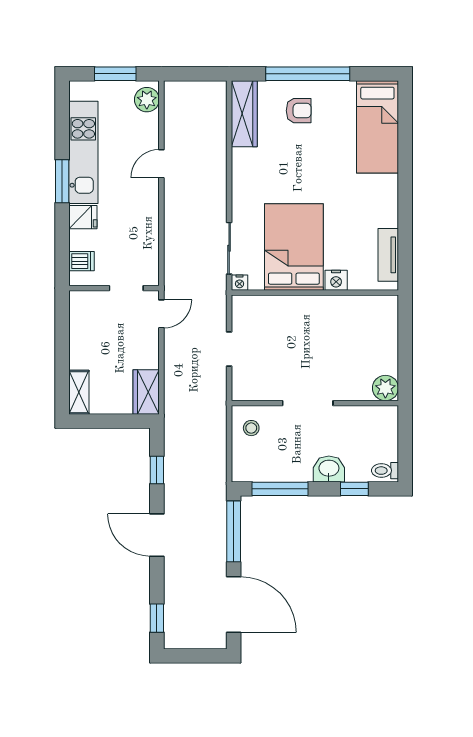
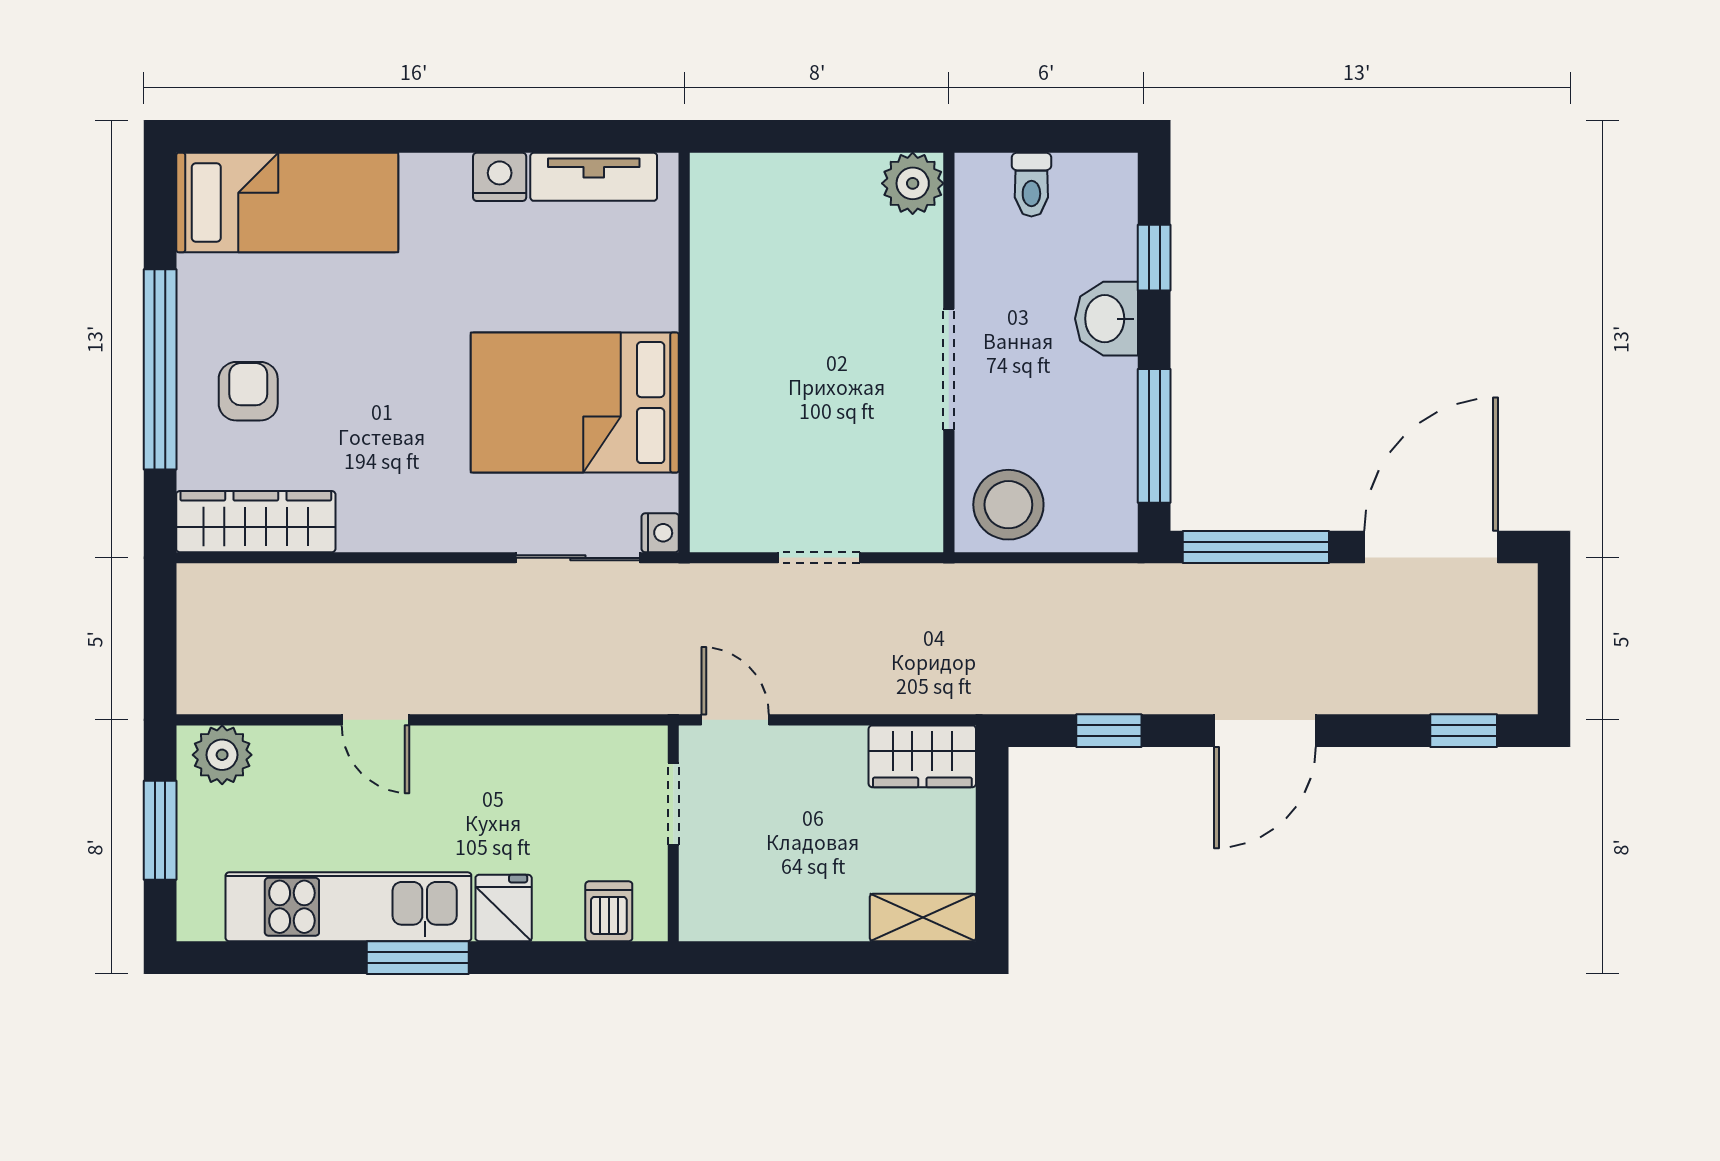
nightstand: (336, 280) -> (500, 177), moved, turned -90
stool: (251, 428) -> (1008, 505), width x1.89, depth x1.89
toilet: (385, 471) -> (1031, 185), moved

